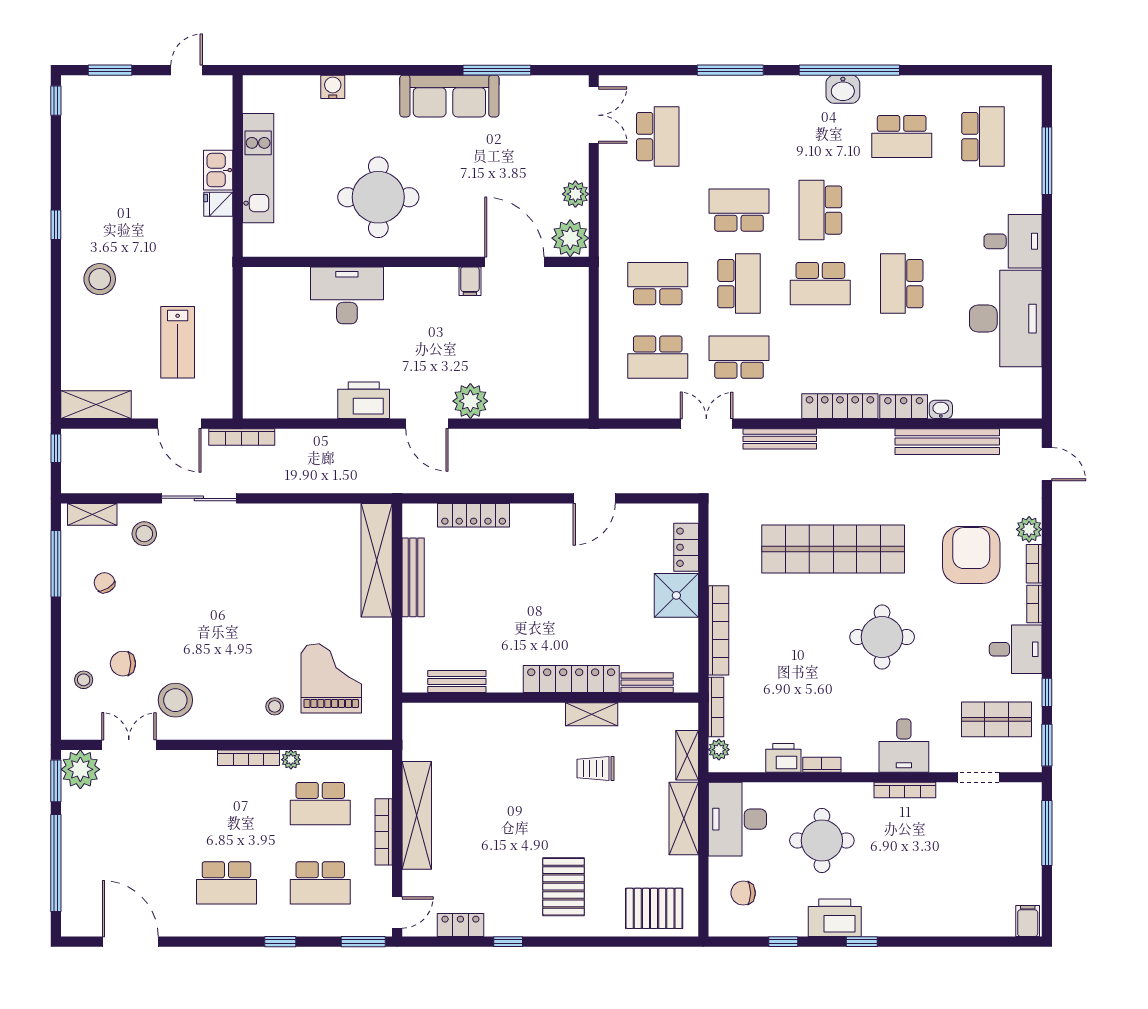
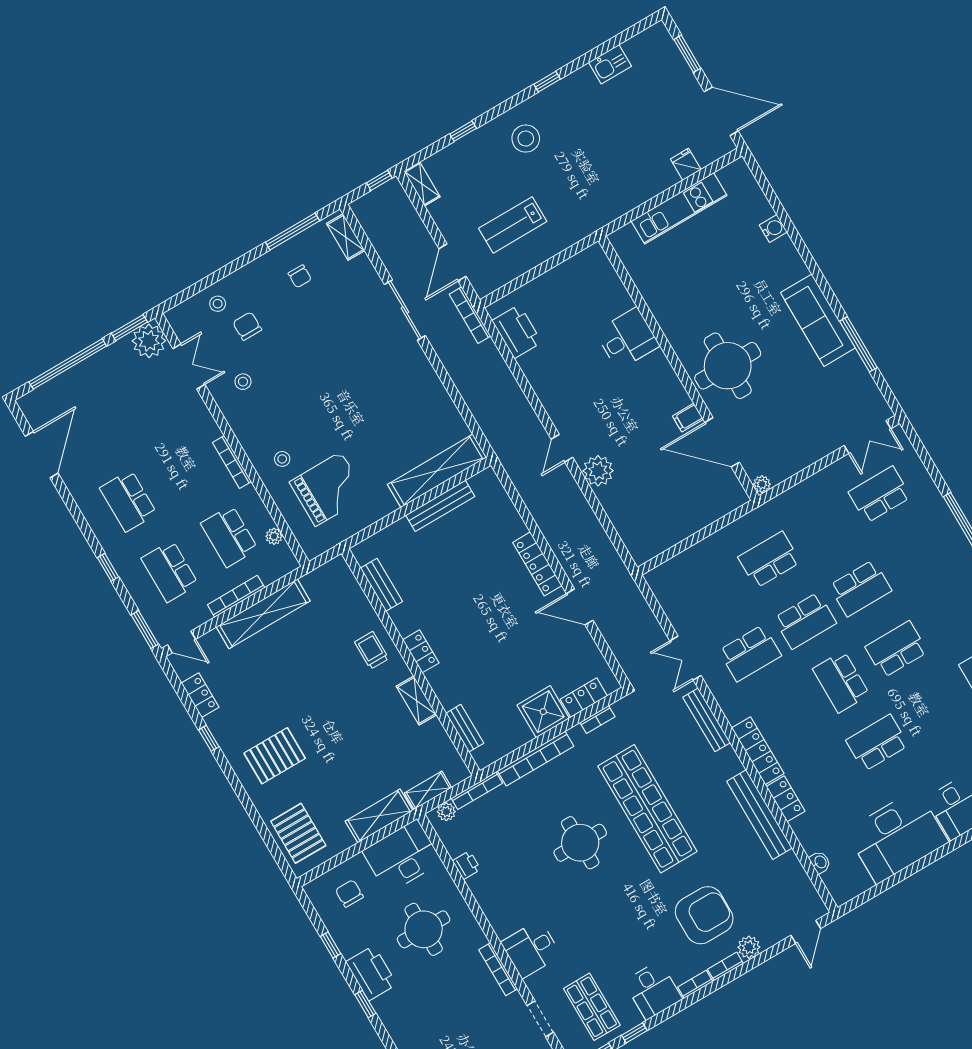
door: (187, 70) -> (721, 111), width x1.88
window: (56, 101) -> (463, 131), moved
school desk: (658, 137) -> (880, 495), turned 180
kitchen sink: (218, 170) -> (610, 64), moved, turned 180
plant: (575, 194) -> (800, 458), removed
round table: (378, 197) -> (728, 366), moved
fridge: (218, 204) -> (686, 164), moved
school desk: (739, 210) -> (860, 588), turned 90
plant: (570, 238) -> (762, 484), width x0.53, depth x0.53
door: (514, 262) -> (722, 442), swing flipped
school desk: (658, 284) -> (769, 560), turned -90
desk: (347, 295) -> (627, 339), width x0.73
school desk: (658, 357) -> (714, 592), removed
school desk: (739, 357) -> (750, 653), turned 90
printer: (364, 400) -> (517, 331), moved
shelving: (96, 405) -> (422, 184), width x0.67, depth x0.75
washbasin: (941, 409) -> (820, 862), moved
door: (427, 424) -> (562, 448), width x0.73
double door: (706, 424) -> (686, 658), swing flipped
bench: (947, 442) -> (760, 815), moved
locker: (474, 515) -> (537, 564), moved
stool: (144, 534) -> (354, 285), removed
chair: (104, 583) -> (300, 276), turned 121
round table: (882, 637) -> (580, 843), moved
locker: (571, 679) -> (421, 651), width x0.46, depth x0.83
stool: (175, 700) -> (243, 382), width x0.53, depth x0.53
printer: (783, 758) -> (467, 865), width x0.73, depth x0.81
plant: (291, 760) -> (274, 536), moved
bookcase: (822, 765) -> (598, 720), moved, turned 90
trolley: (596, 768) -> (372, 650), moved

